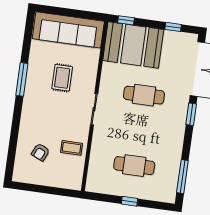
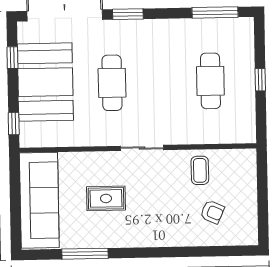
booth: (133, 45) -> (45, 82), moved
window: (22, 79) -> (85, 254), moved

